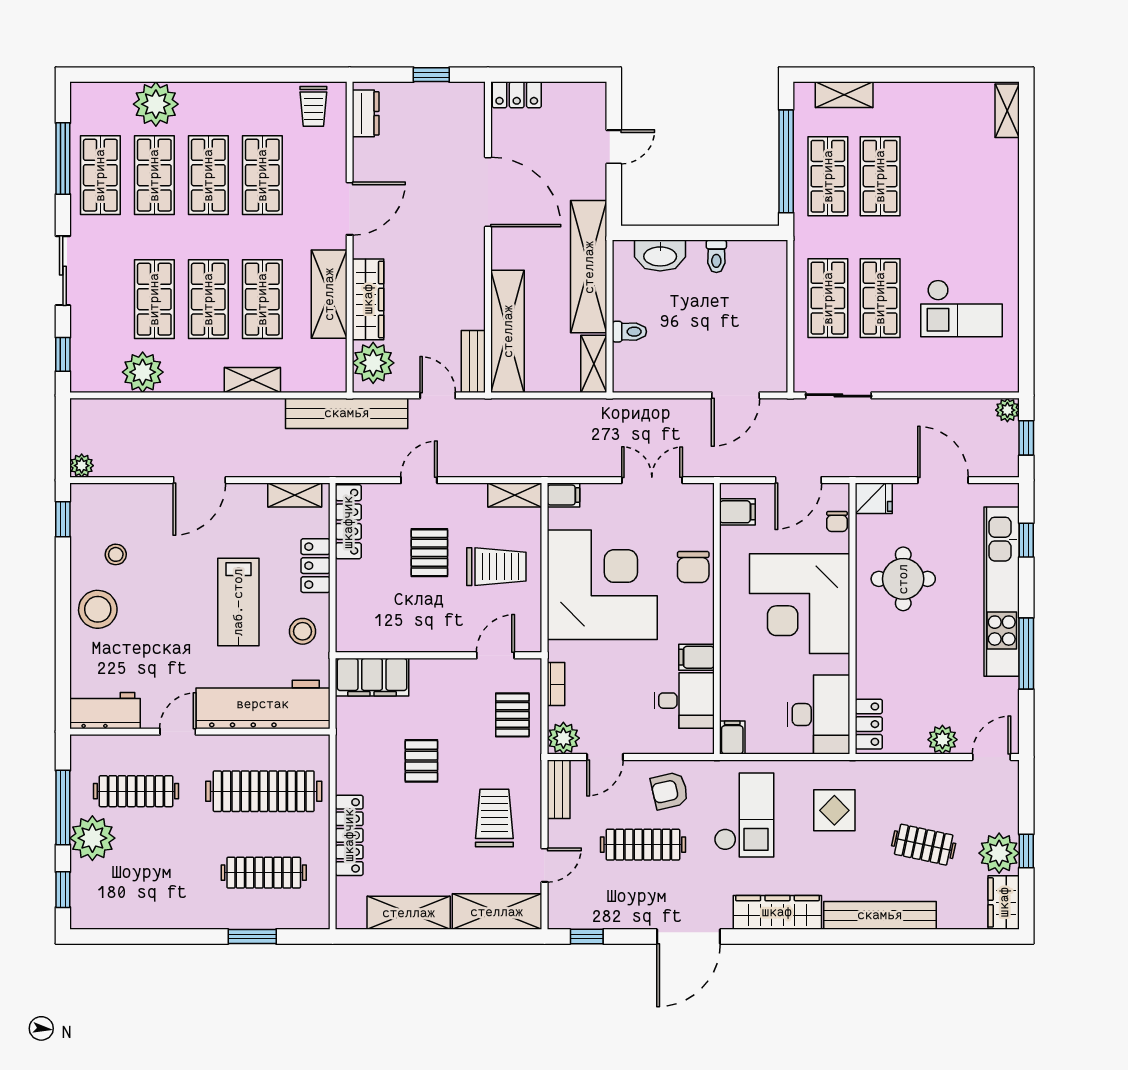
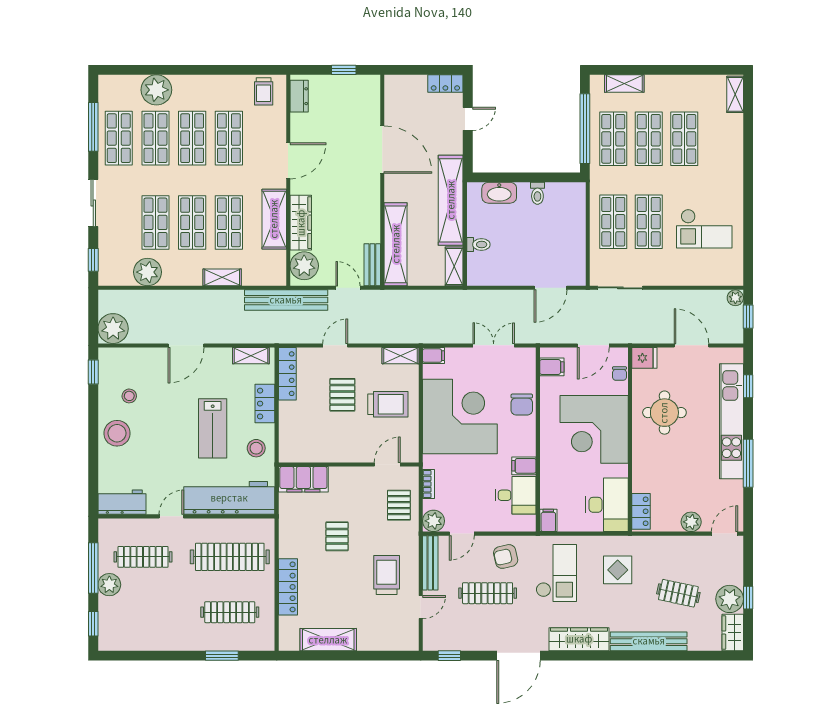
locker: (517, 95) -> (445, 84), moved
shop shelf: (932, 176) -> (684, 139), added
plant: (82, 466) -> (113, 329), width x1.87, depth x1.87
bench: (559, 789) -> (430, 563), width x1.36
plant: (92, 838) -> (109, 585), width x0.73, depth x0.73
shelving: (497, 912) -> (388, 639), removed

